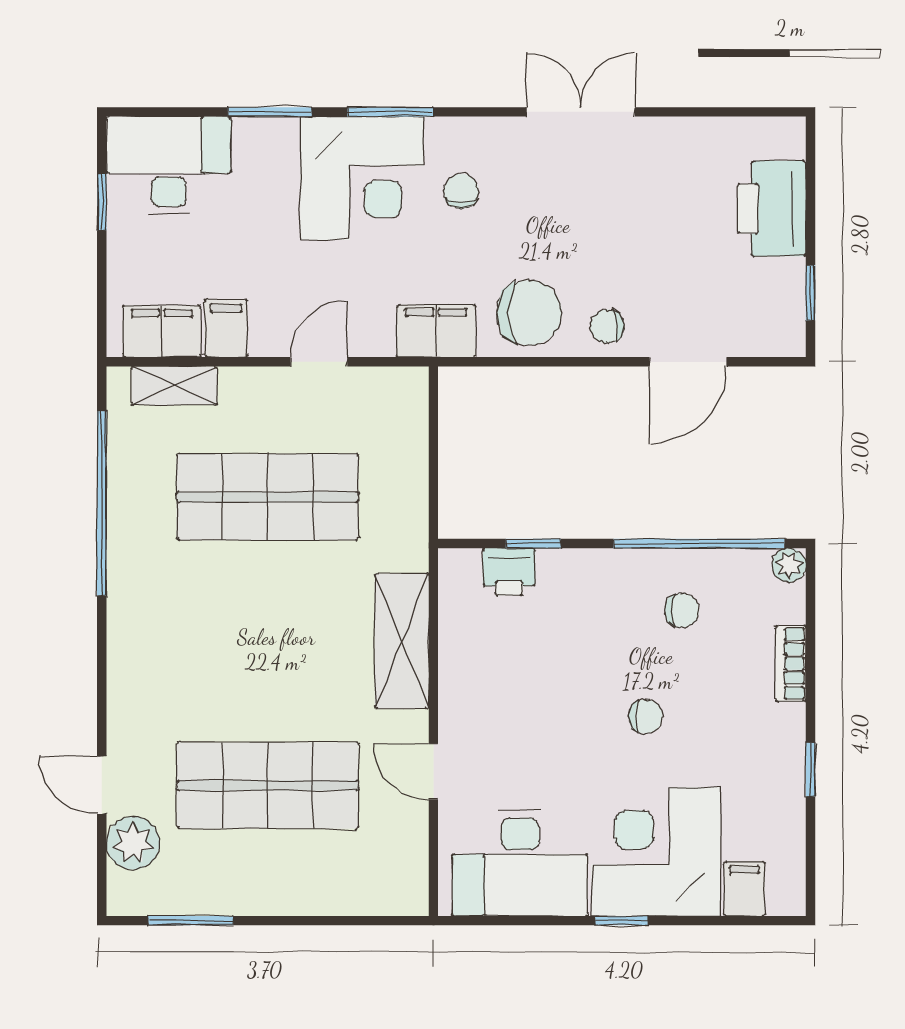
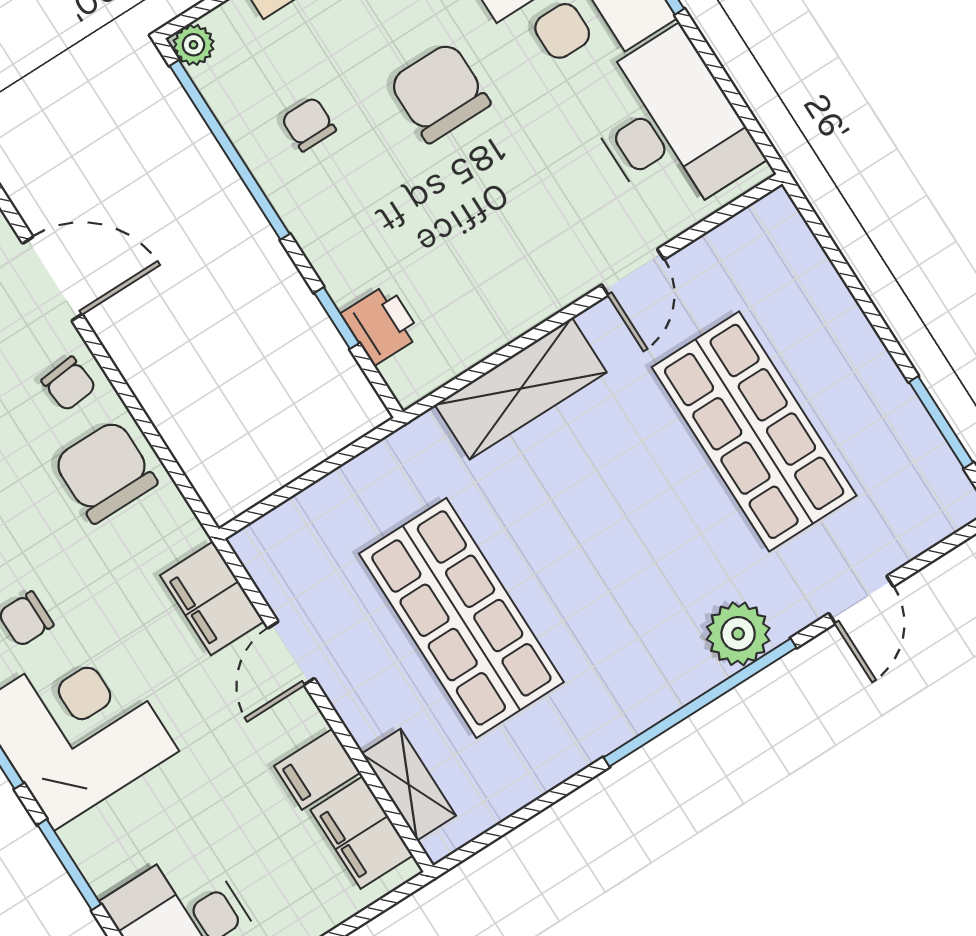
filing cabinet: (436, 331) -> (212, 598), moved
door: (319, 362) -> (291, 653), hinge flipped
window: (102, 503) -> (700, 702), moved
chair: (646, 716) -> (440, 92), width x1.87, depth x1.87
plant: (133, 843) -> (738, 634), moved

